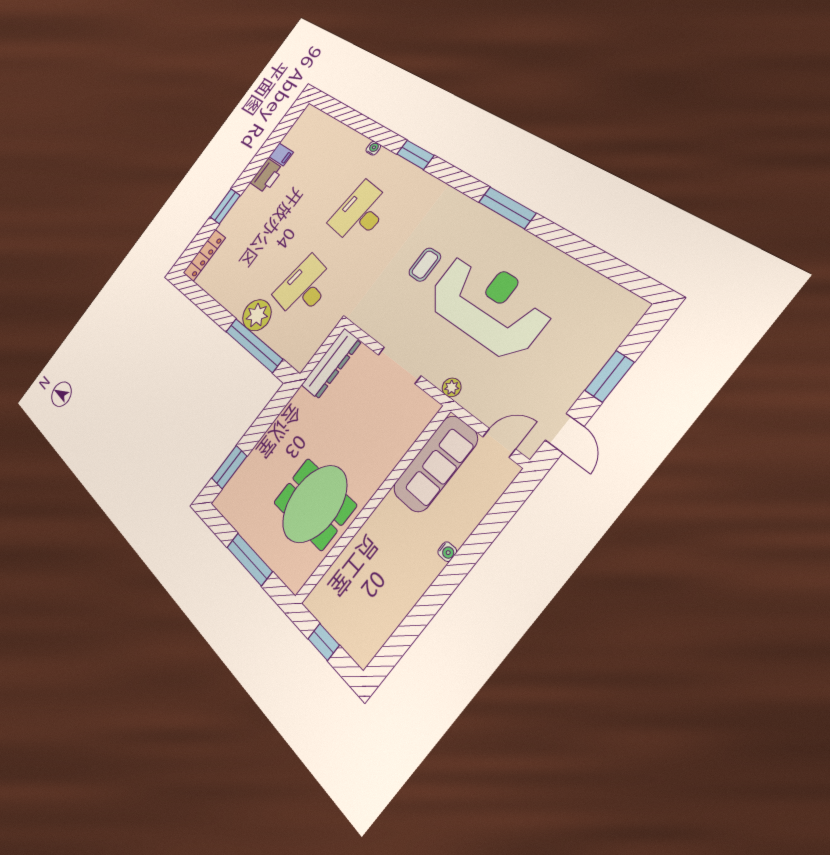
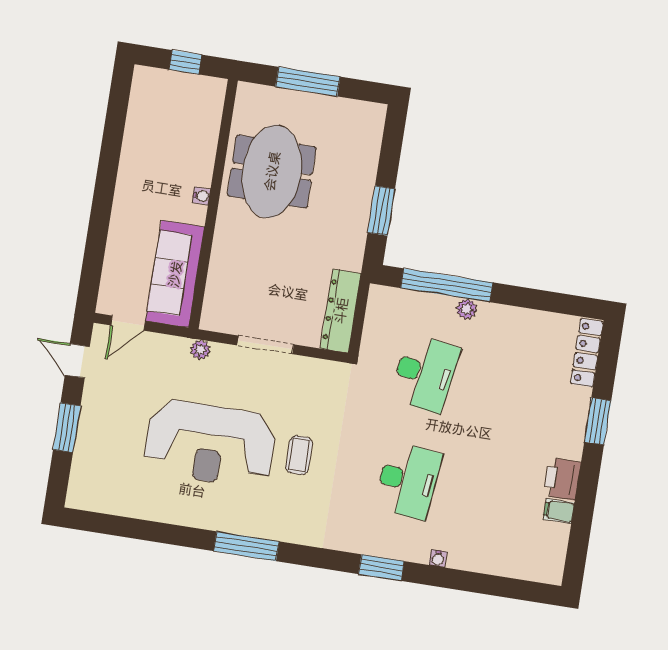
plant: (257, 315) -> (467, 309), width x0.53, depth x0.53
window: (229, 467) -> (381, 211), moved
water cooler: (447, 552) -> (201, 196), moved, turned 180

